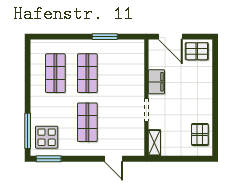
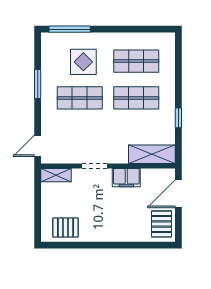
window: (105, 37) -> (178, 118), width x0.67
shelving: (136, 60) -> (152, 154), added
display table: (47, 137) -> (83, 62), moved
window: (49, 159) -> (38, 84), moved
door: (113, 159) -> (38, 146), moved

